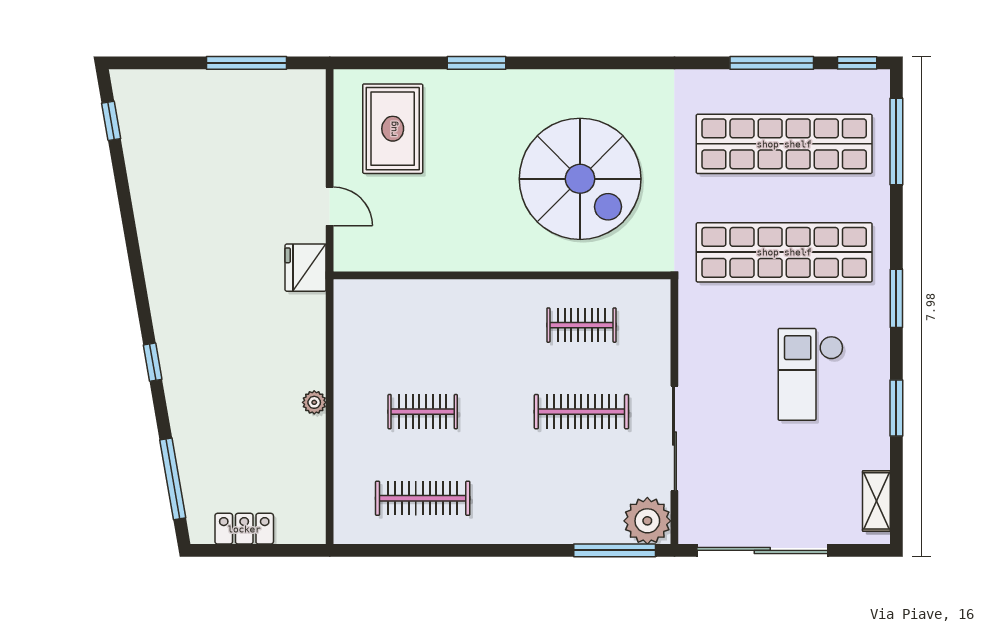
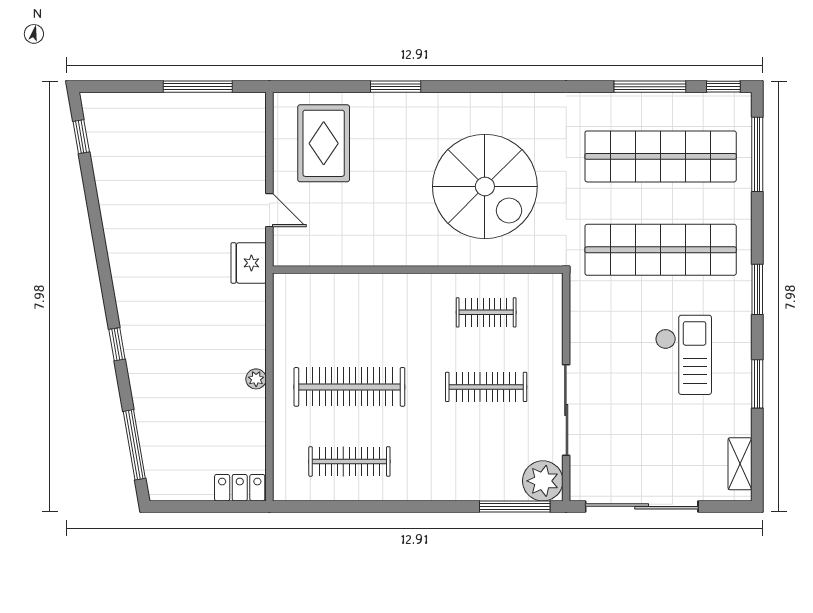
checkout: (811, 374) -> (683, 355), turned 180
clothes rail: (423, 412) -> (349, 387), width x1.86, depth x1.31
locker: (244, 529) -> (240, 488), moved

